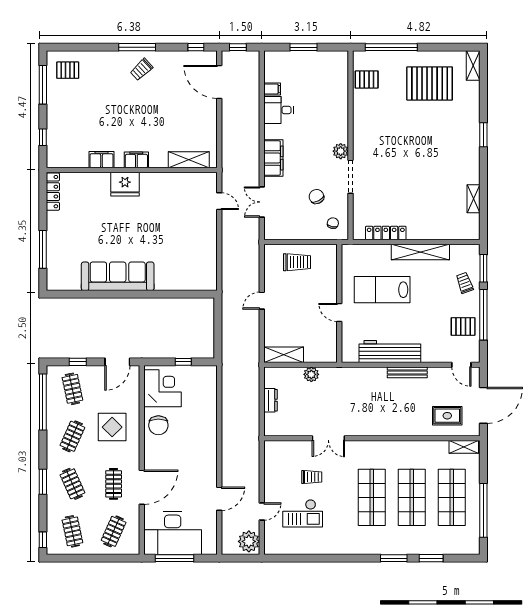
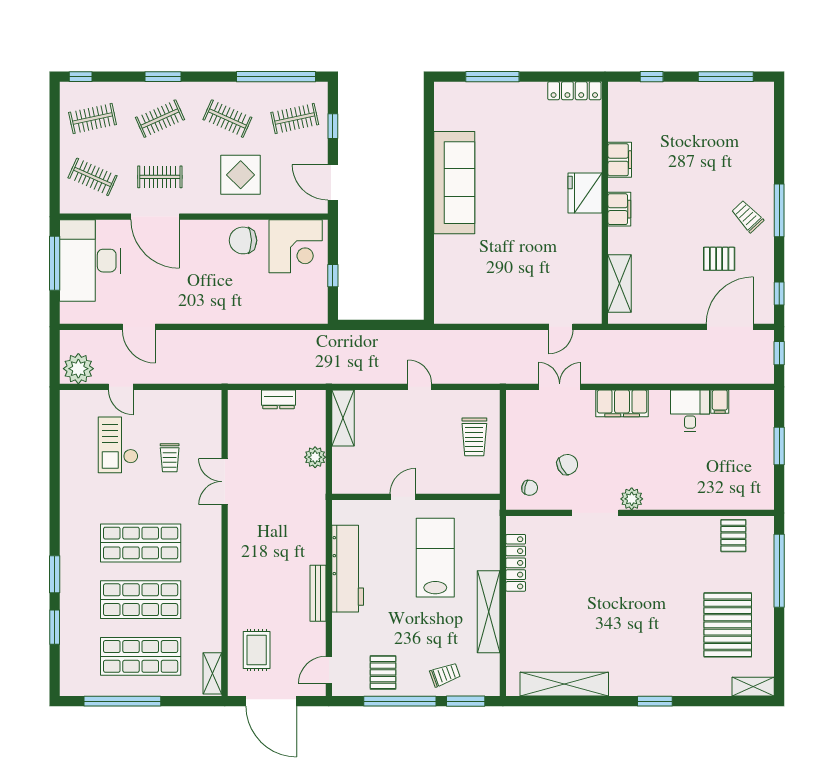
pallet: (68, 70) -> (719, 259), moved, turned 90
shelving: (473, 199) -> (564, 684), width x2.20, depth x1.33

